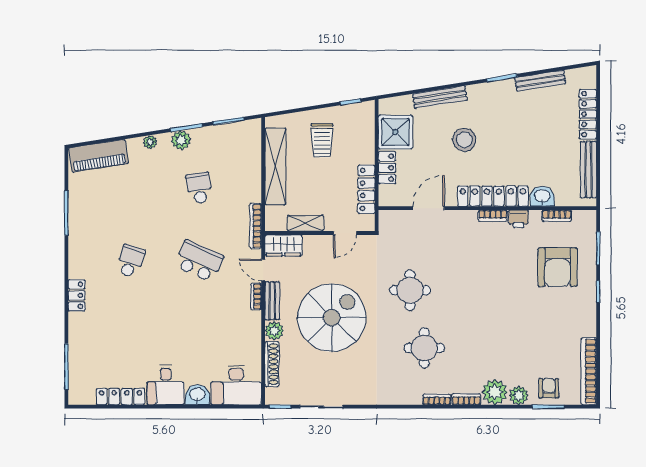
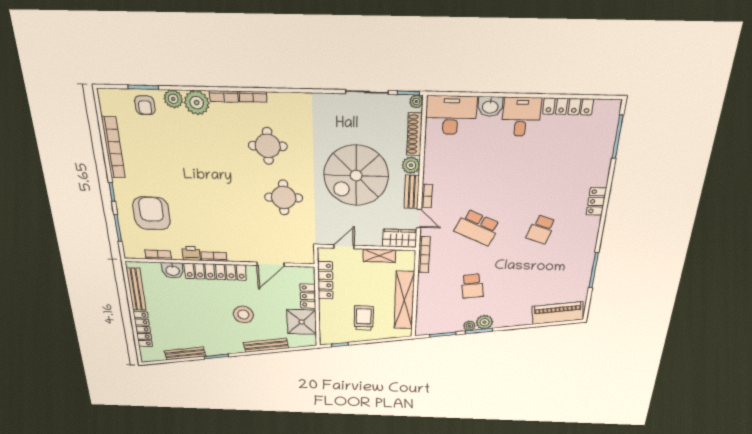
plant: (150, 142) -> (469, 326), moved
bookcase: (589, 371) -> (113, 148), moved
plant: (272, 398) -> (416, 101), added

